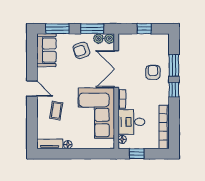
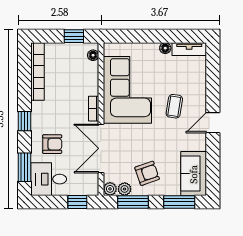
window: (144, 29) -> (77, 202), moved
window: (174, 65) -> (24, 167), moved
double door: (116, 69) -> (101, 148), swing flipped
armchair: (153, 72) -> (52, 144), turned -90
door: (32, 89) -> (213, 123), hinge flipped
coffee table: (56, 111) -> (174, 106), moved
desk: (131, 122) -> (49, 179), moved, turned 180

